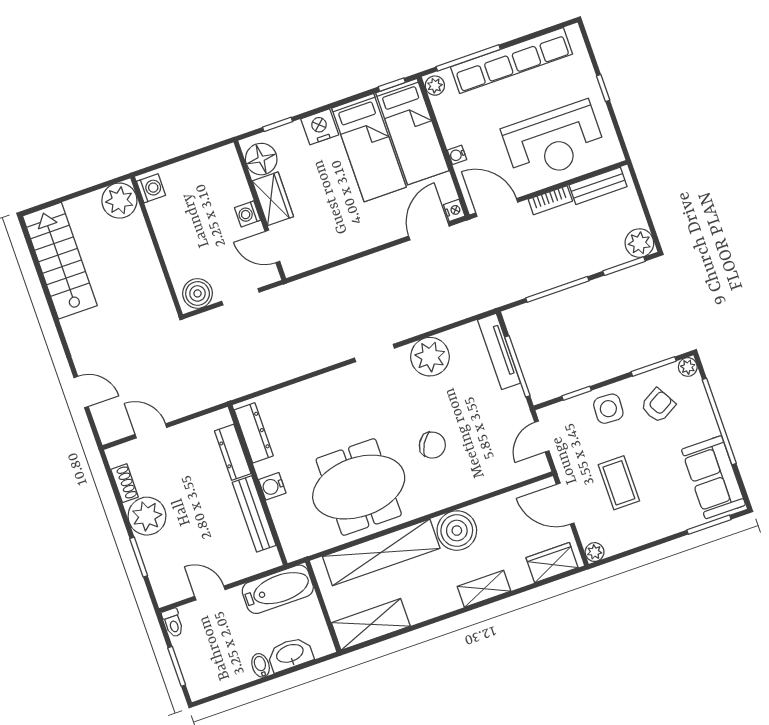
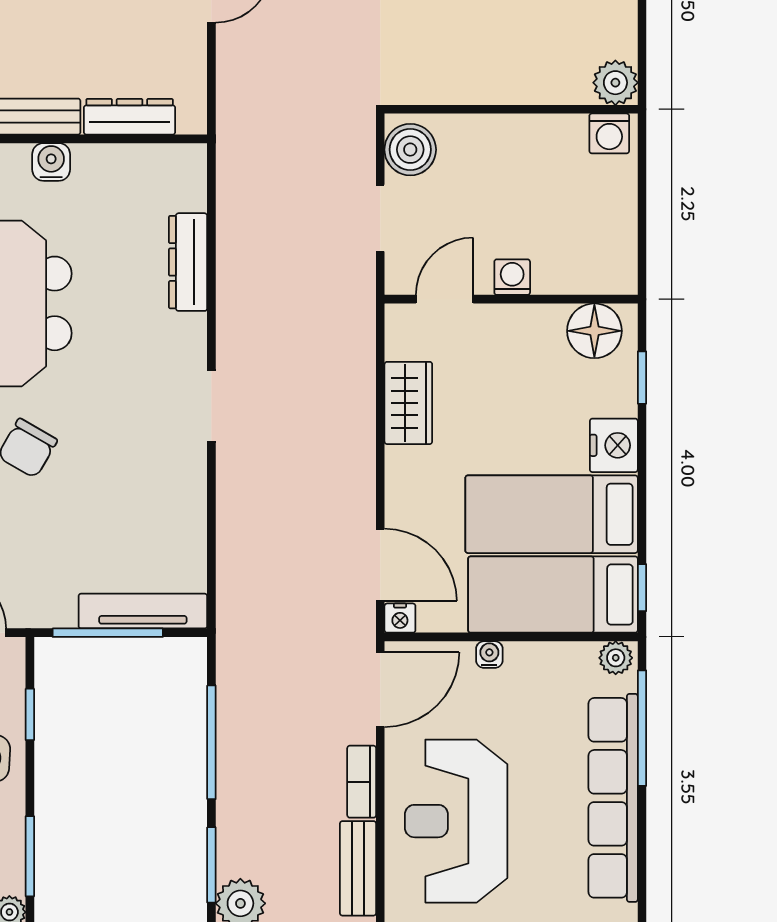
wardrobe: (273, 199) -> (408, 403), moved, turned -90
plant: (119, 201) -> (615, 83), width x0.73, depth x0.73
plant: (430, 357) -> (174, 495), removed
dresser: (254, 433) -> (188, 262), moved, turned 90

